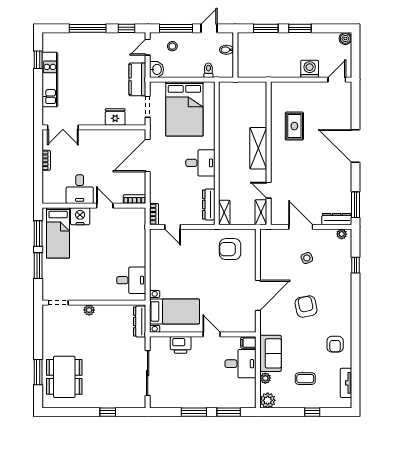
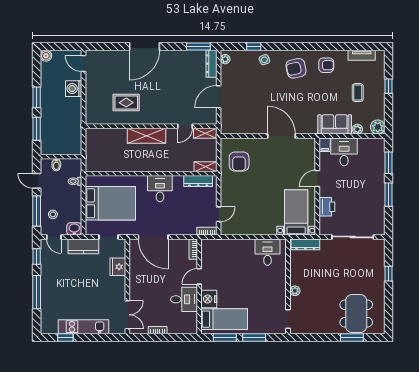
side table: (307, 258) -> (264, 60), moved
armchair: (306, 306) -> (296, 68), moved
dining table: (64, 377) -> (356, 314), turned 90

